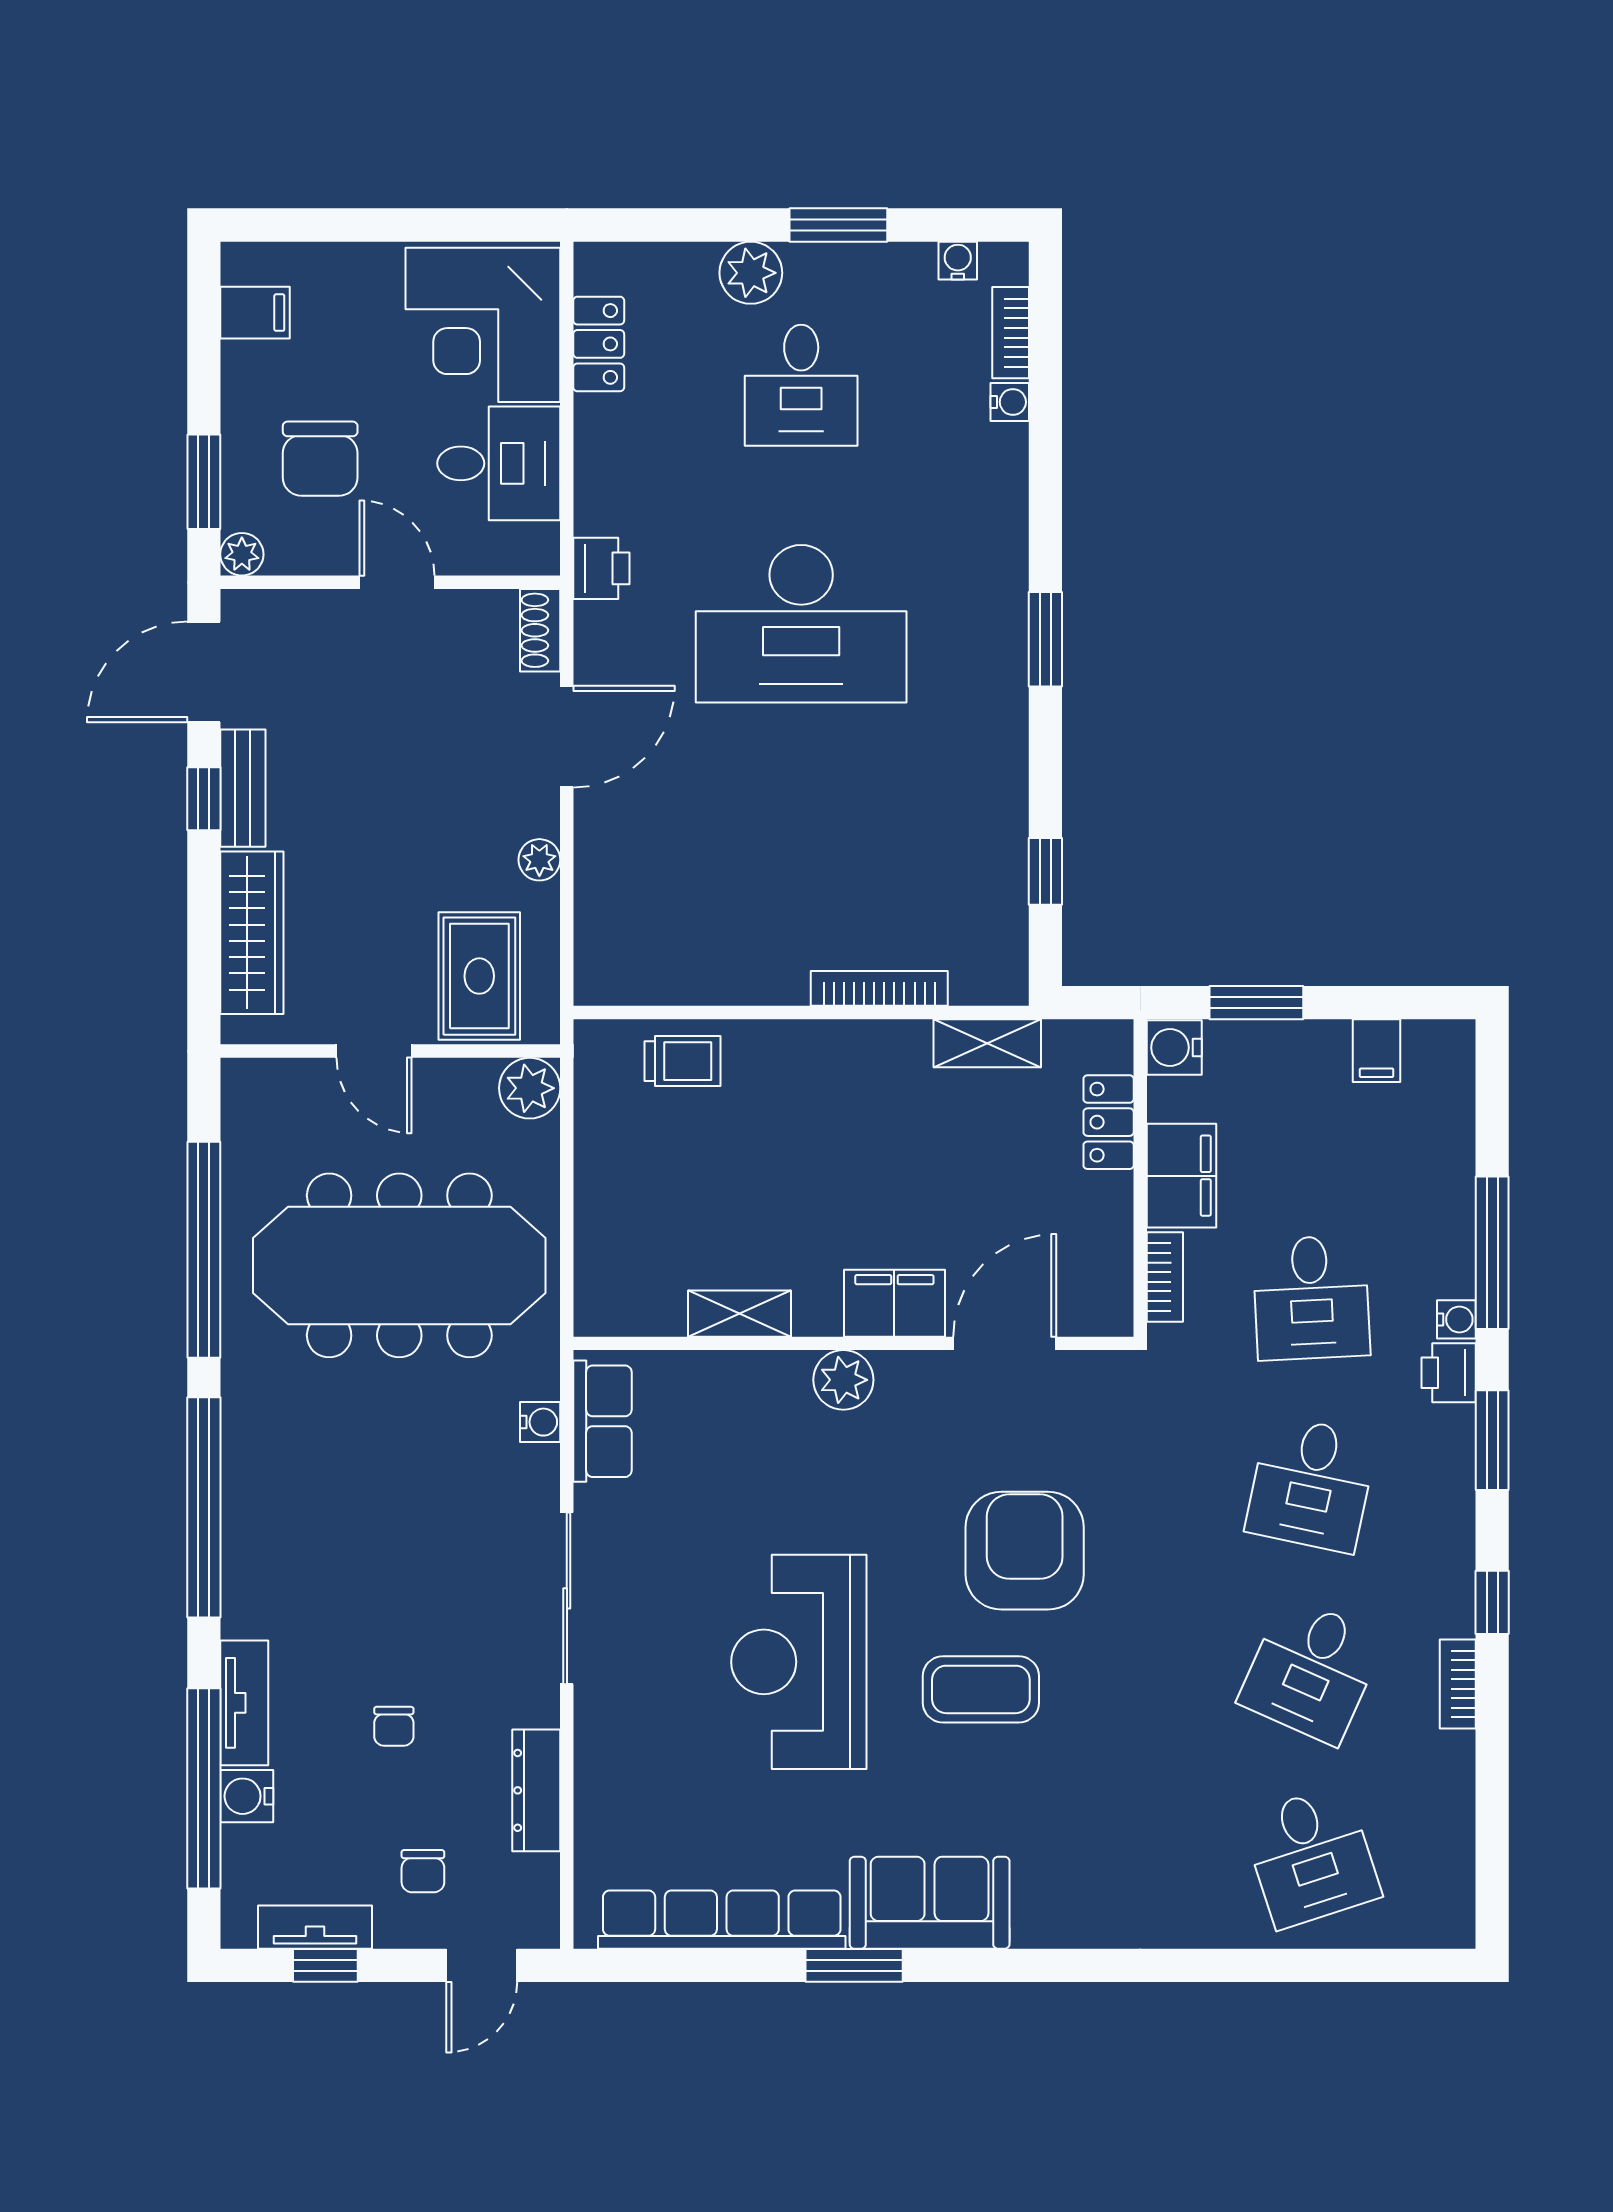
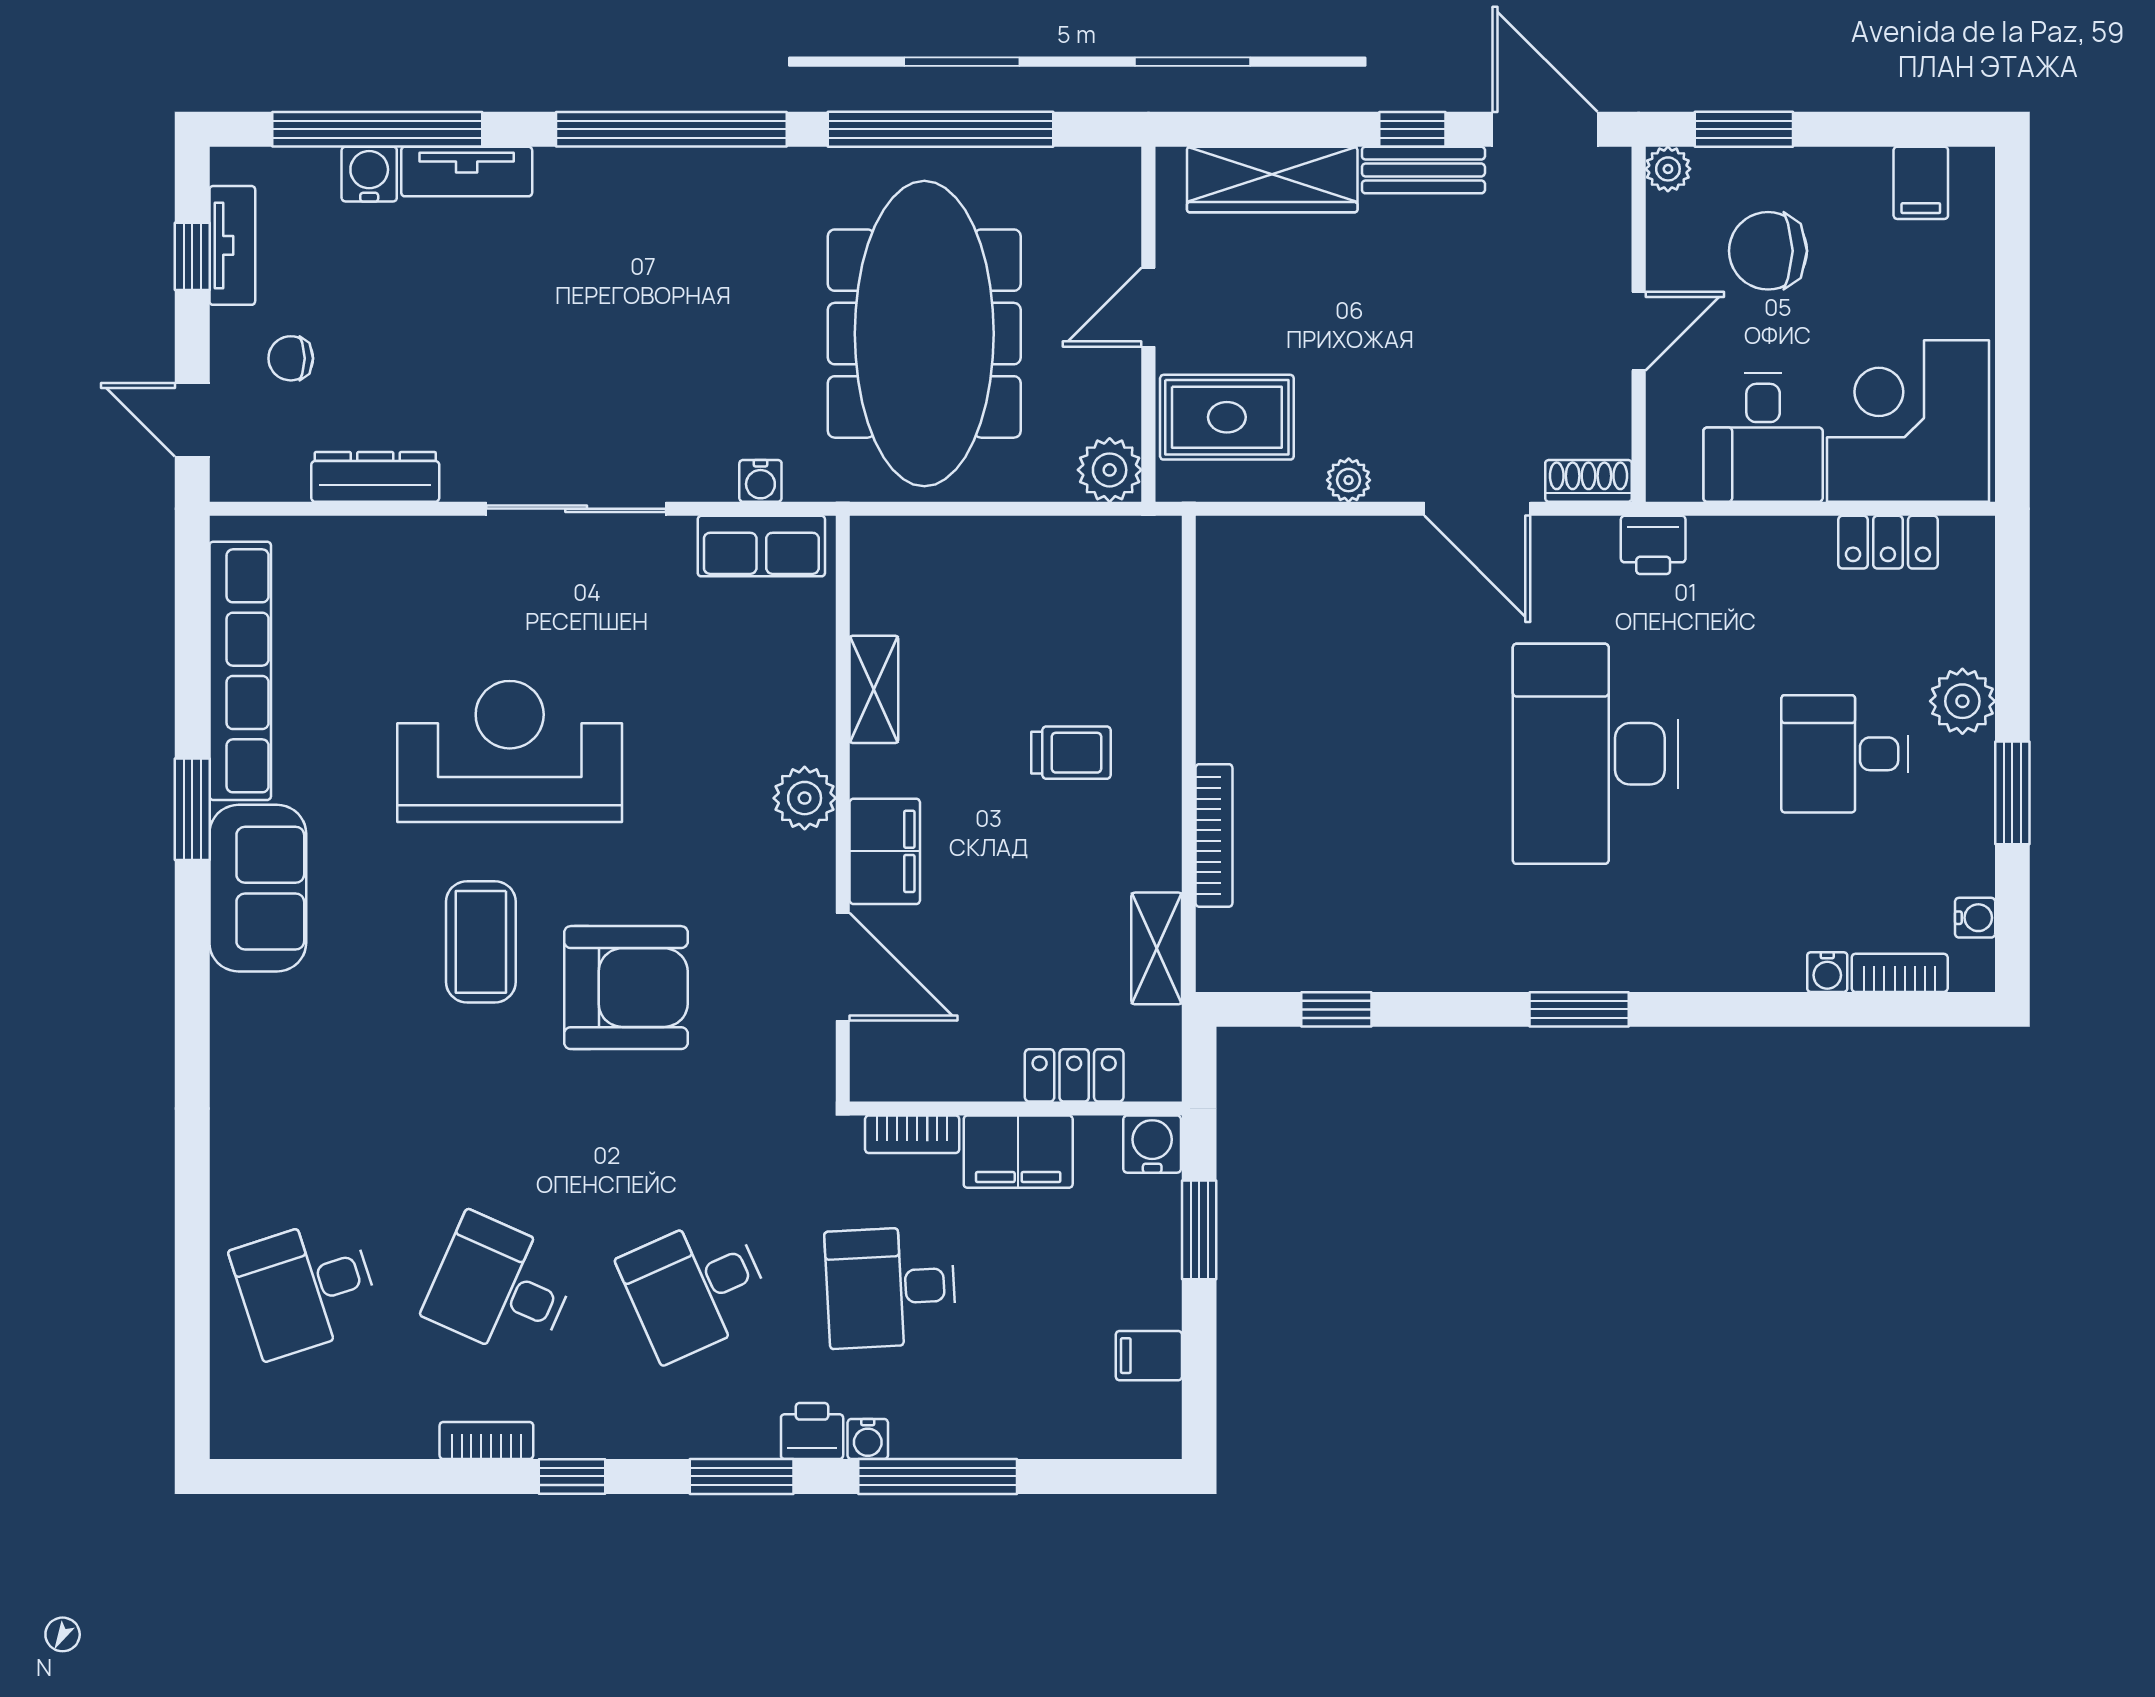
trolley: (682, 1061) -> (1071, 753), moved, turned -90
desk: (1311, 1484) -> (696, 1287), turned -36
chair: (394, 1726) -> (442, 328), removed

